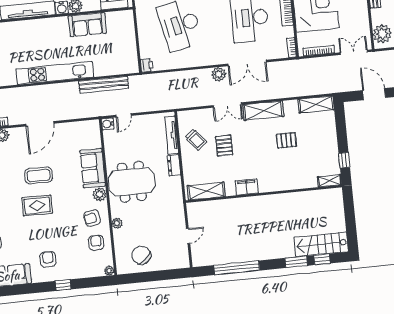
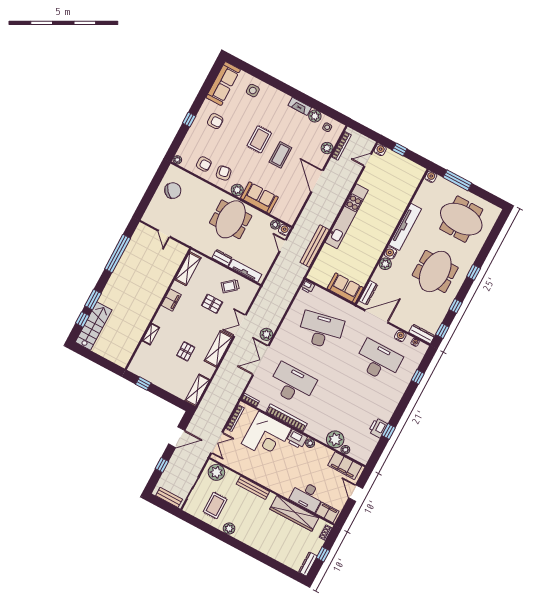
sofa: (87, 25) -> (345, 288), moved, turned 90
shelving: (330, 181) -> (151, 334), moved
plant: (117, 223) -> (275, 225), moved

